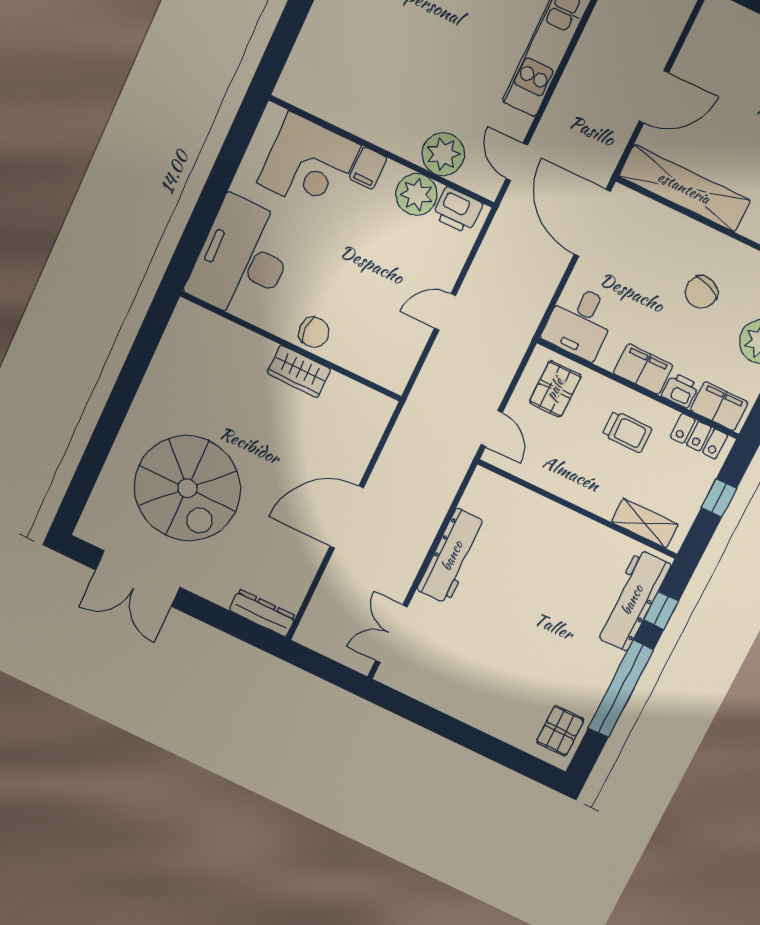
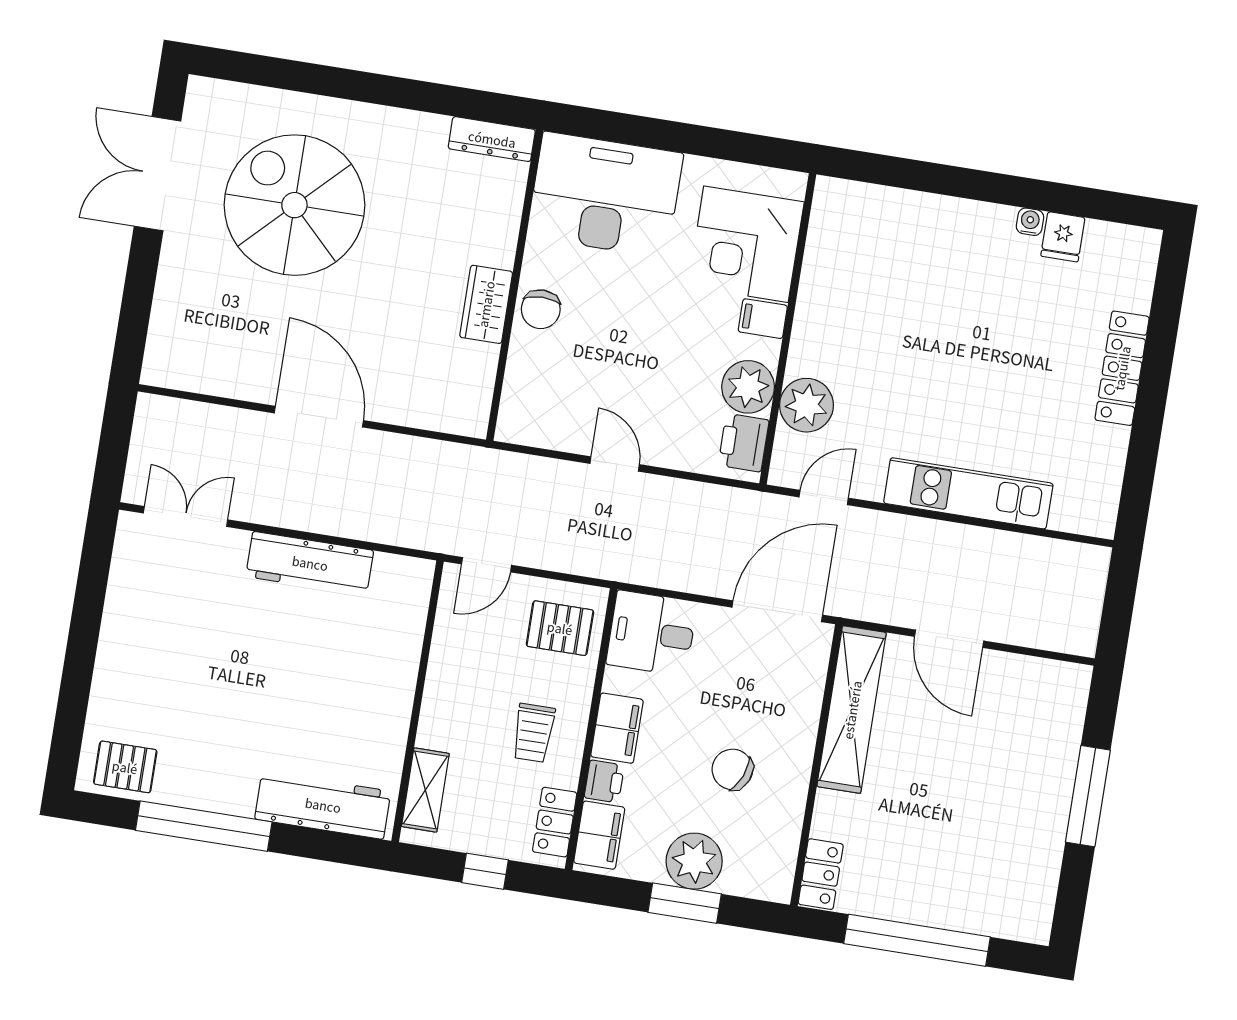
spiral stairs: (187, 488) -> (294, 205), turned 90
window: (661, 610) -> (321, 845), removed
dresser: (263, 613) -> (492, 139), moved, turned 90

